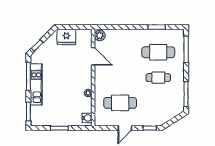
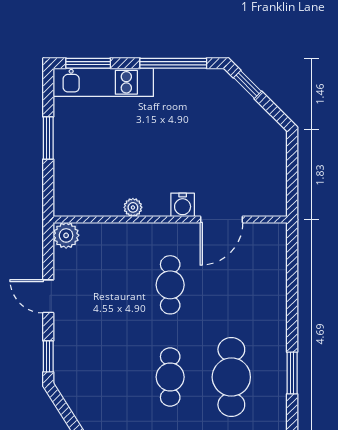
plant: (100, 35) -> (66, 235), moved
fridge: (66, 37) -> (268, 155), removed
kitchen unit: (36, 84) -> (103, 82), moved
cafe table: (120, 103) -> (170, 285), moved, width x0.73, depth x0.74
water cooler: (87, 118) -> (183, 205), moved

